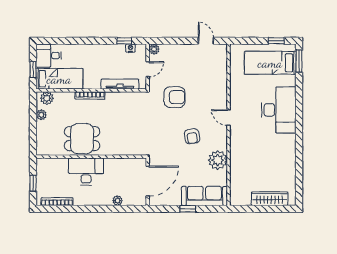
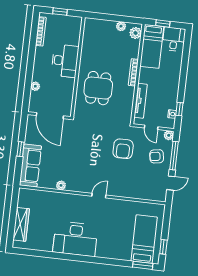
window: (176, 41) -> (174, 156), added
desk: (279, 110) -> (75, 239), moved
armchair: (192, 136) -> (157, 156), moved
dining table: (82, 139) -> (98, 88), moved
plant: (218, 160) -> (61, 185), width x0.53, depth x0.53

